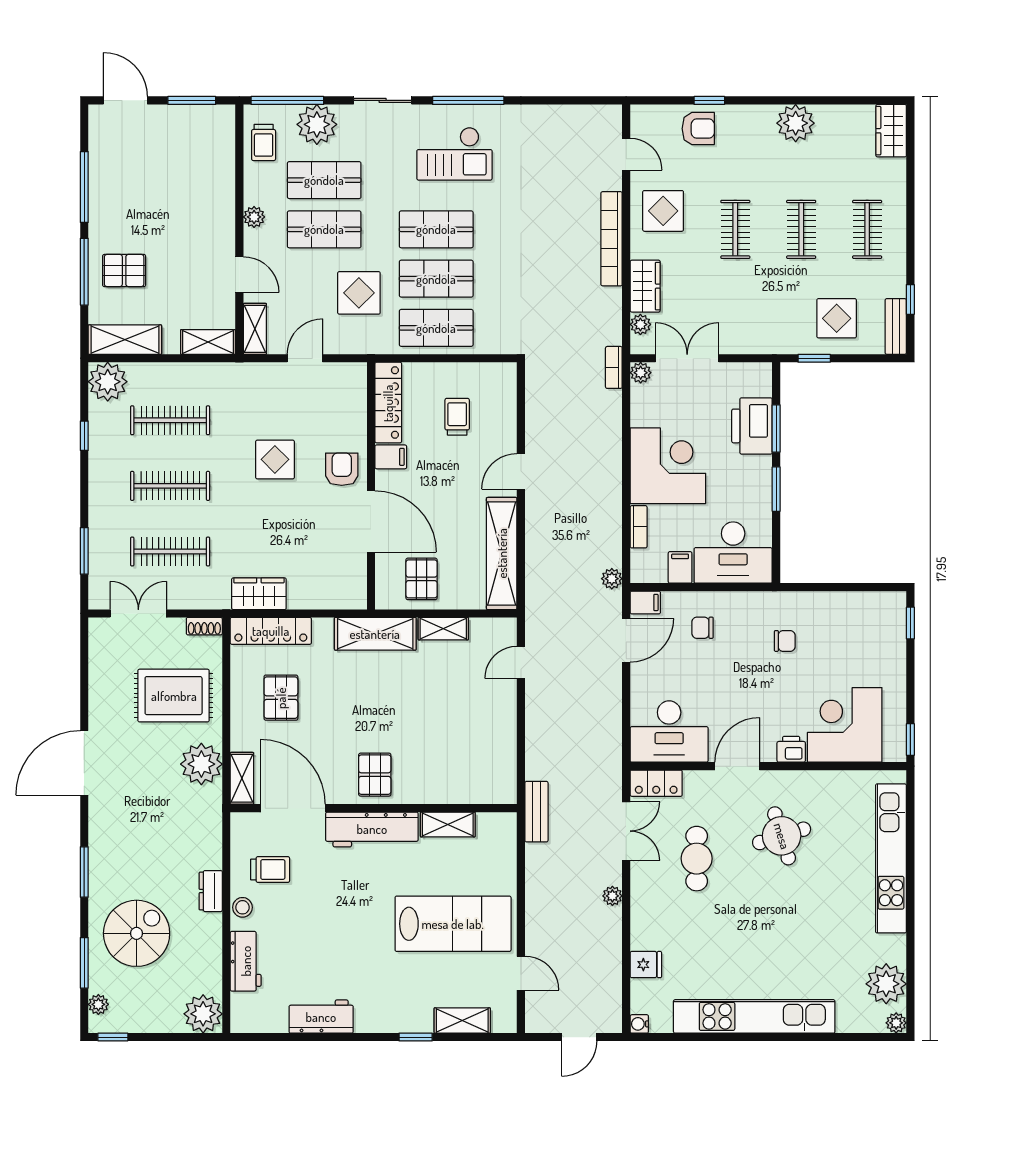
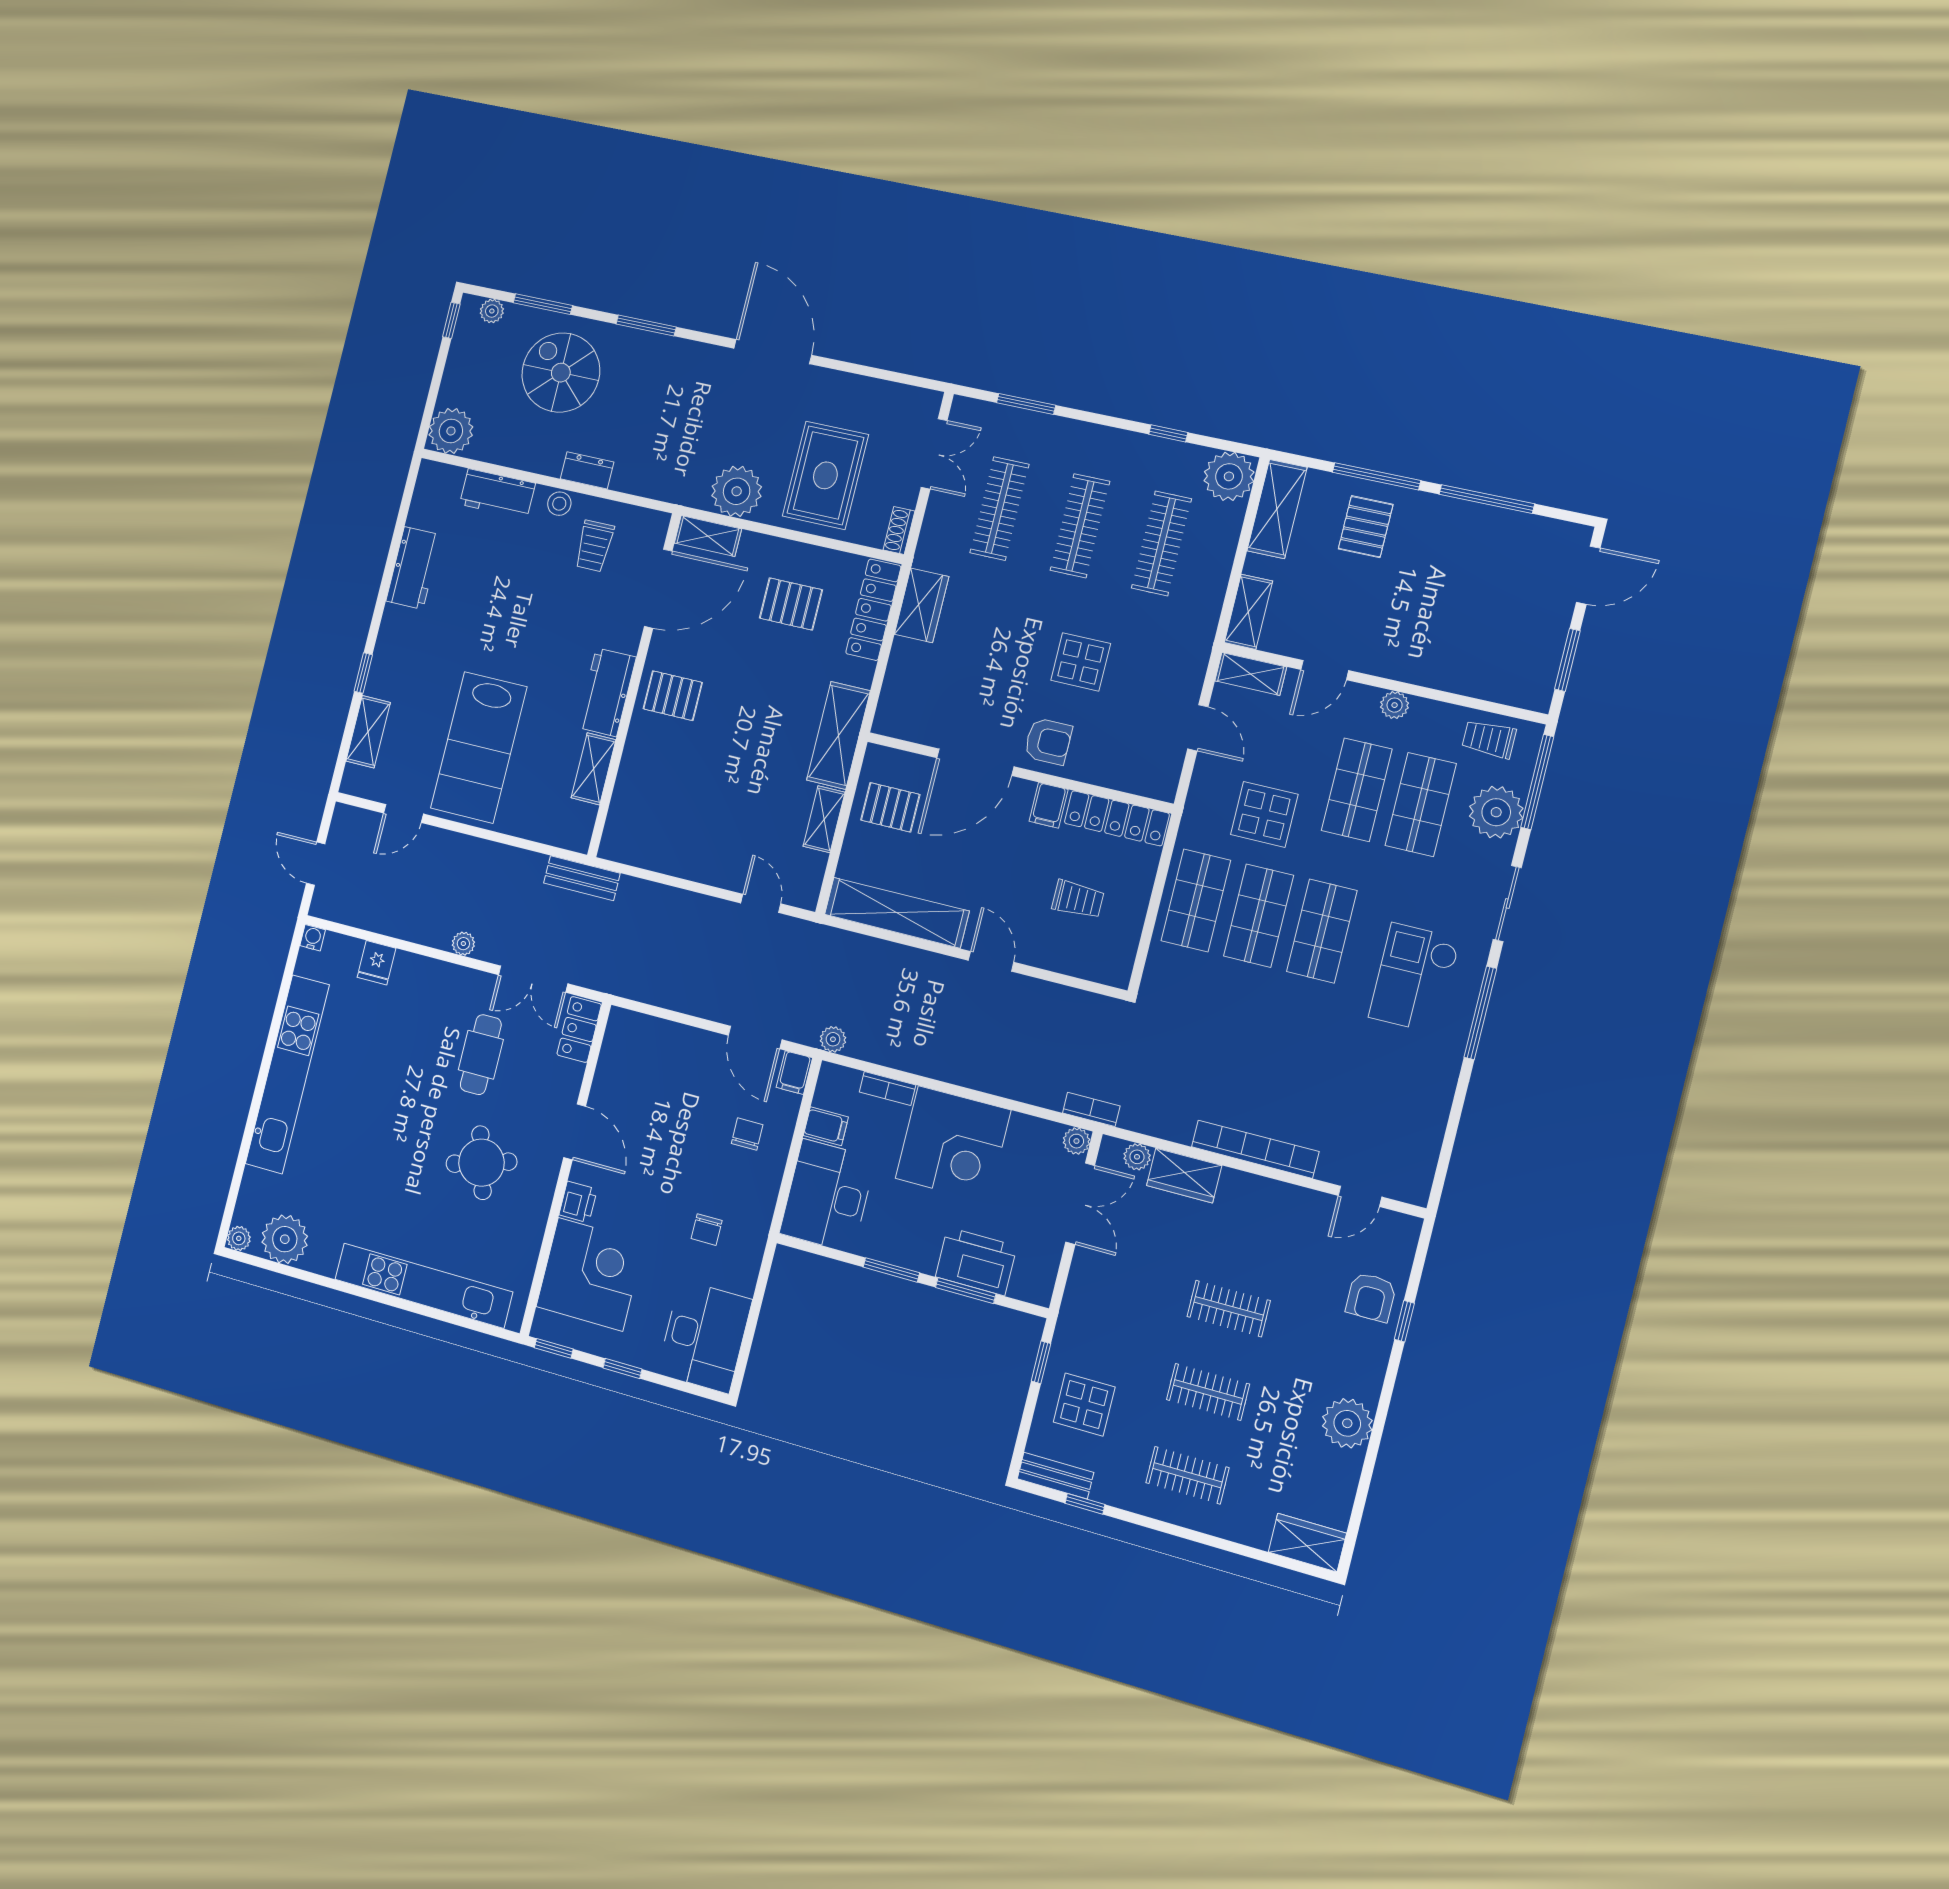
display table: (663, 211) -> (1275, 1224), removed
window: (910, 623) -> (622, 1368), moved
desk: (669, 731) -> (704, 1336), moved, turned 180
workbench: (372, 829) -> (606, 692), width x0.73
cafe table: (697, 859) -> (481, 1055), turned 90
spiral stairs: (137, 933) -> (561, 373), turned 180

